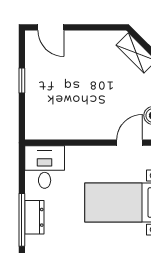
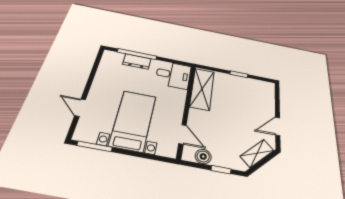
door: (51, 27) -> (278, 126), moved
shelving: (58, 127) -> (202, 89), added

